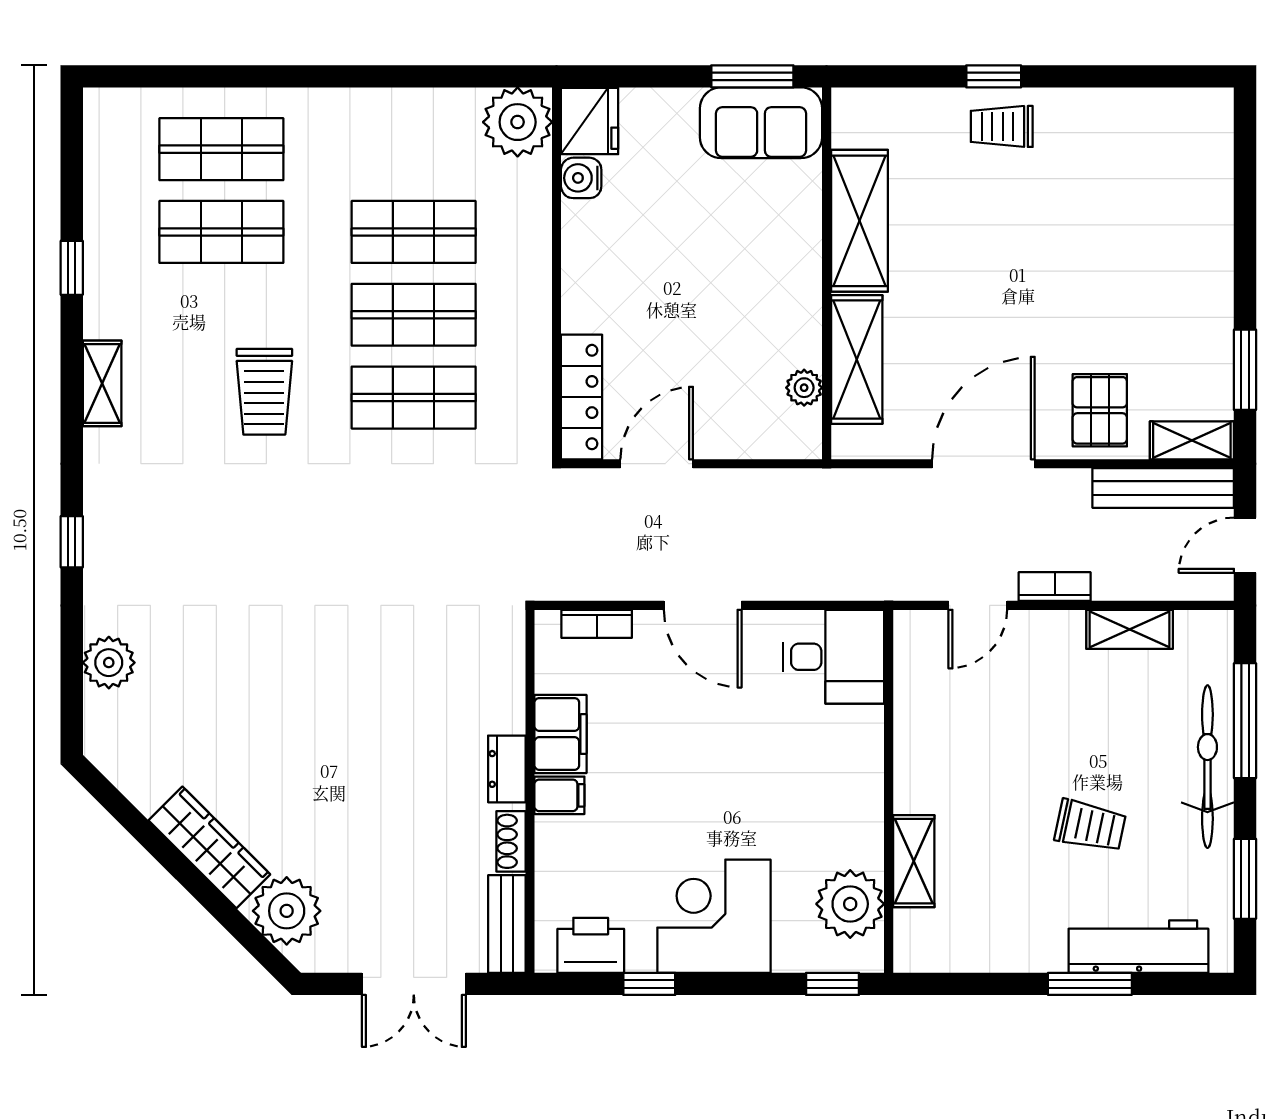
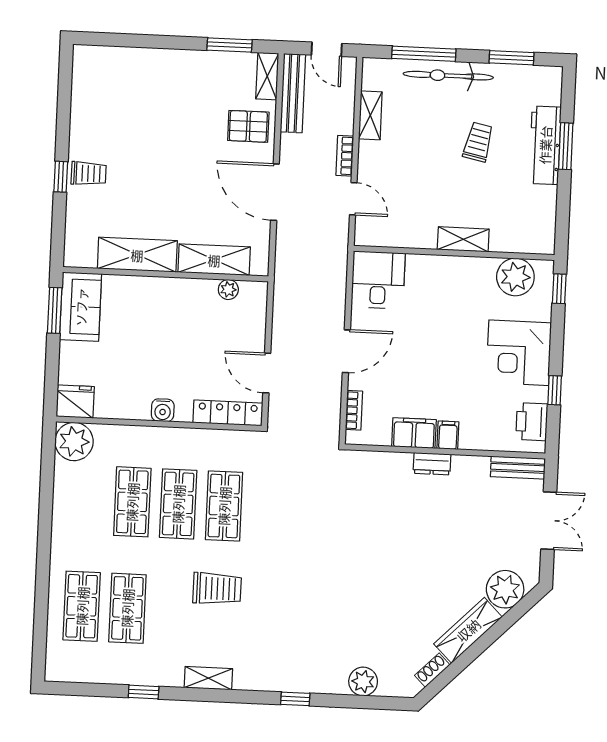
trolley: (1002, 126) -> (89, 173), turned -90
water cooler: (581, 178) -> (163, 410), moved
shoe rack: (511, 841) -> (432, 670), moved, turned 135
shelving: (914, 861) -> (463, 239), moved
workbench: (1138, 947) -> (545, 145), moved

